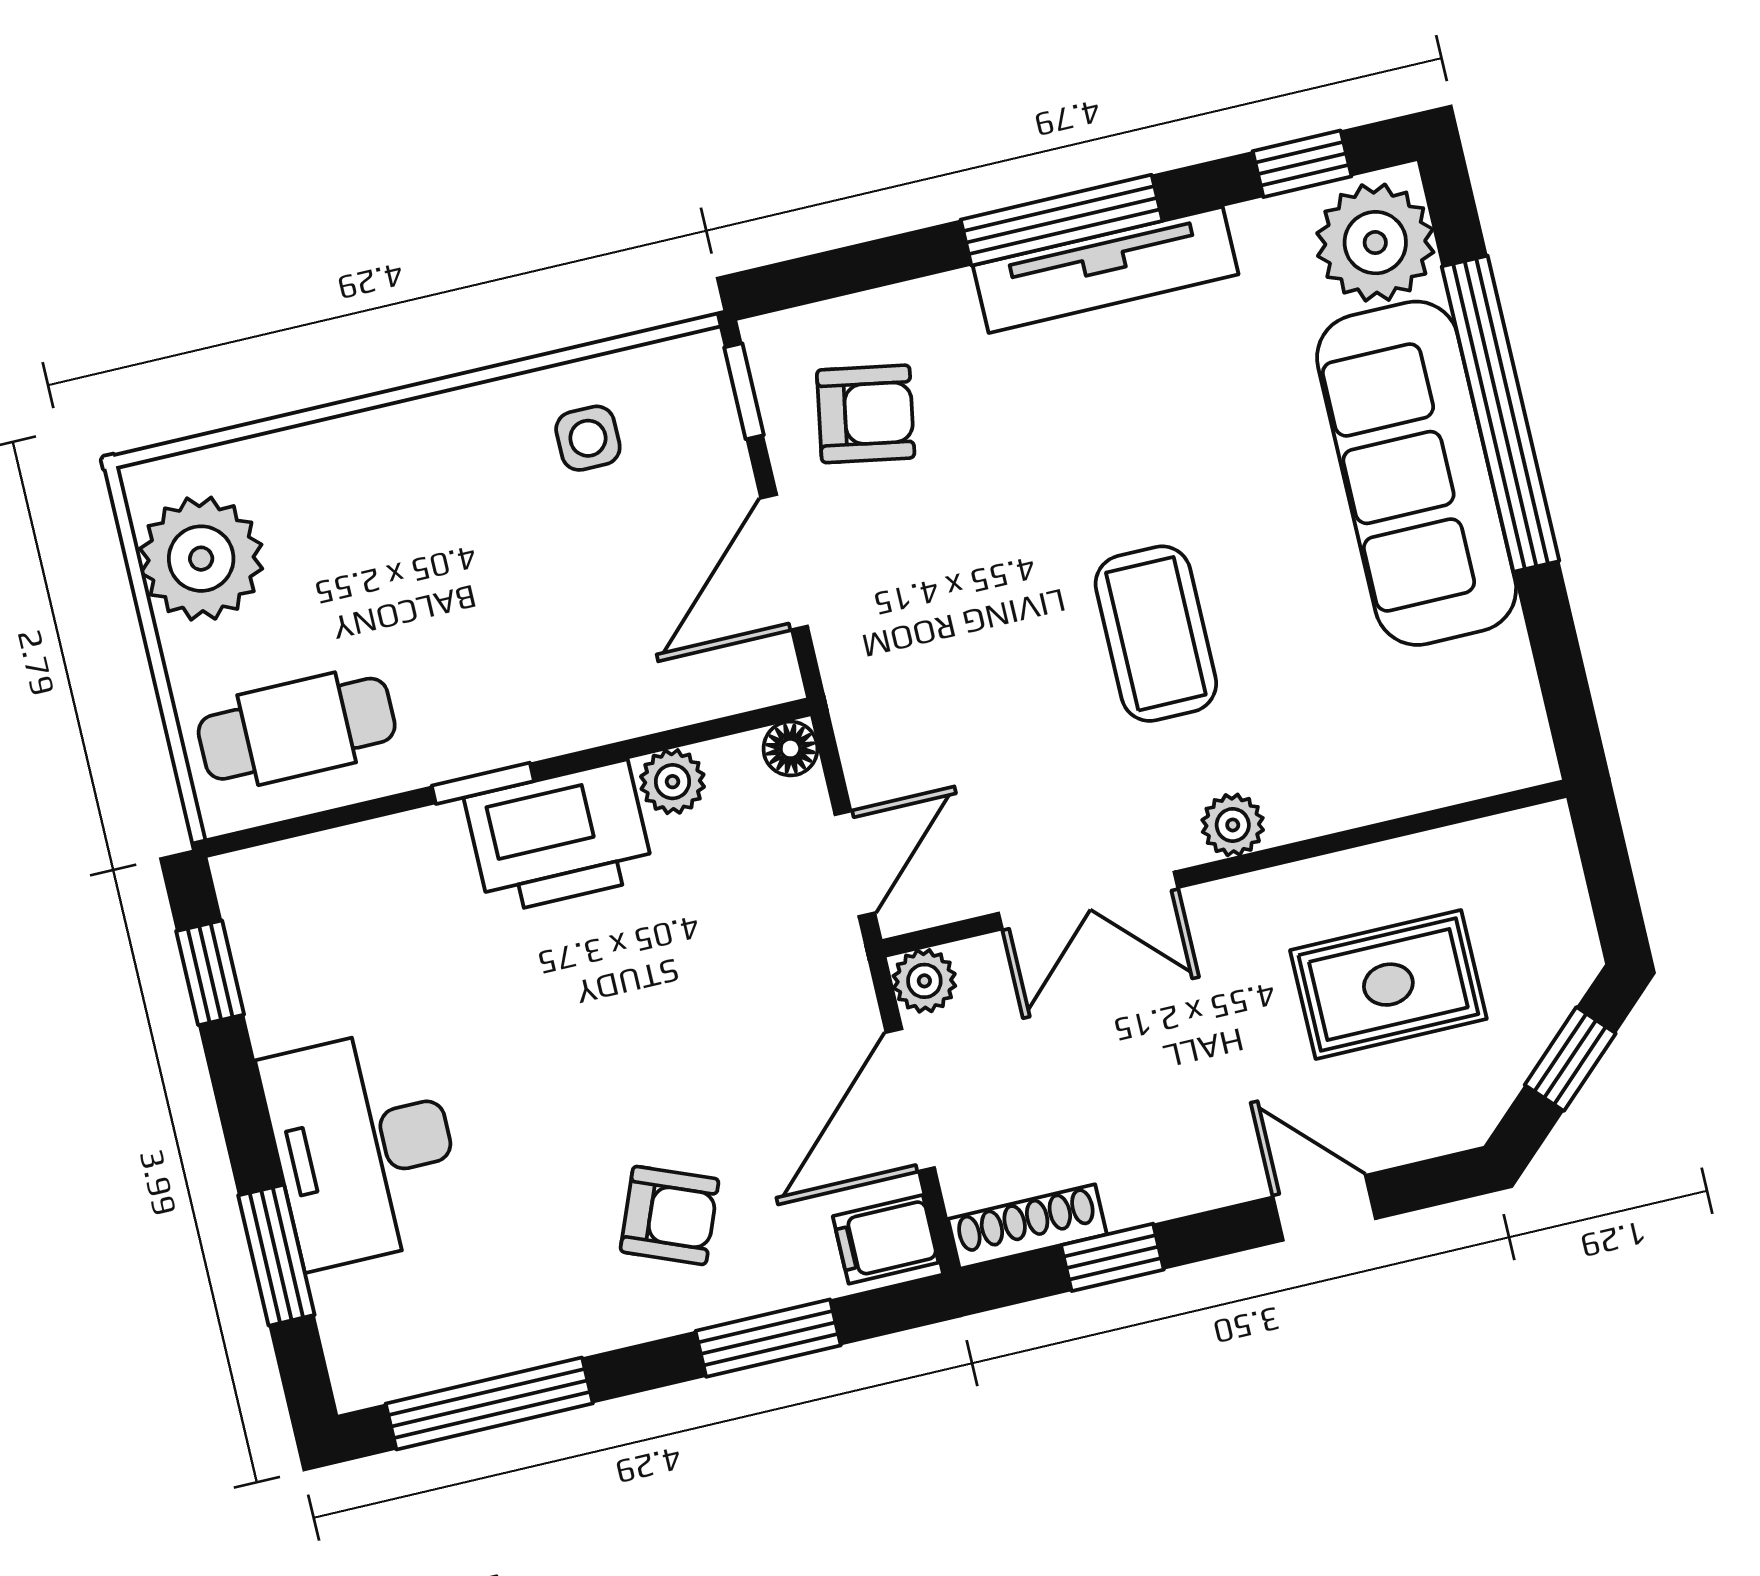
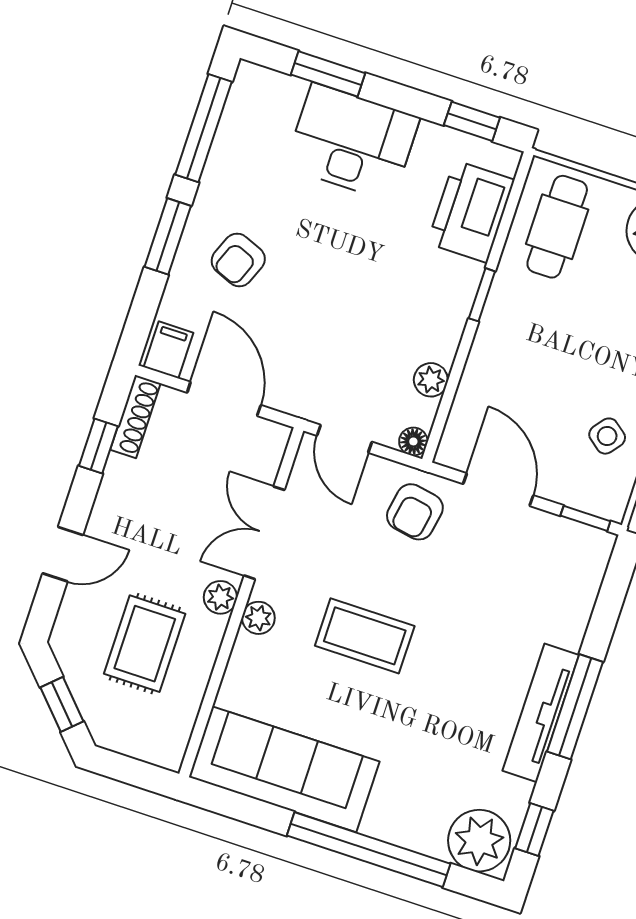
armchair: (866, 414) -> (415, 512), moved
side table: (588, 438) -> (607, 436), turned 38
sofa: (1417, 473) -> (284, 769), moved
printer: (559, 837) -> (471, 212), moved
plant: (924, 981) -> (220, 597), moved
window: (768, 1338) -> (168, 236), moved

